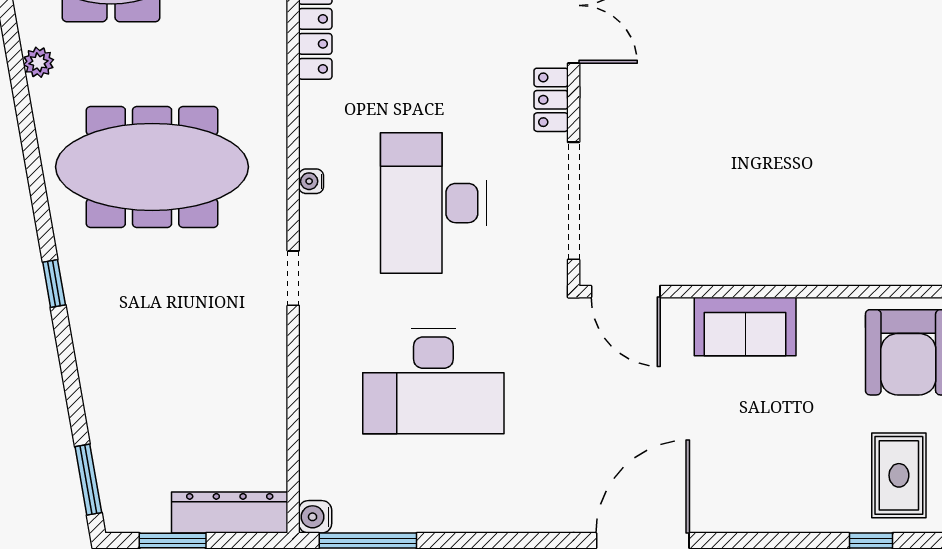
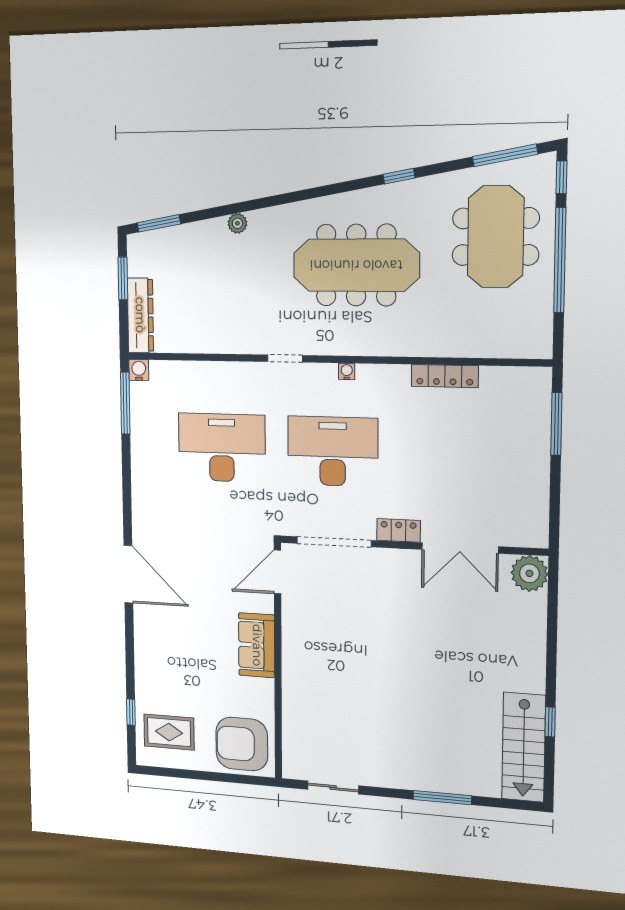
plant: (38, 62) -> (237, 223), moved
meeting table: (152, 167) -> (356, 265), turned 90
window: (54, 283) -> (399, 176), moved
desk: (433, 381) -> (222, 448), turned 90

